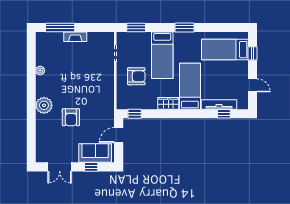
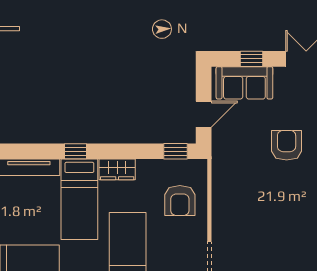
armchair: (136, 76) -> (180, 201), moved, turned -90
window: (224, 114) -> (76, 151), moved

